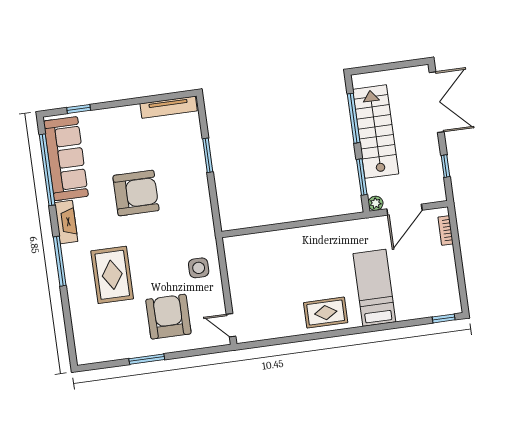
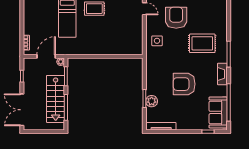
plant: (193, 152) -> (152, 101), added
sofa: (66, 159) -> (218, 112), width x0.73
rug: (112, 275) -> (202, 43), turned 90
armchair: (168, 317) -> (176, 18), turned 180

